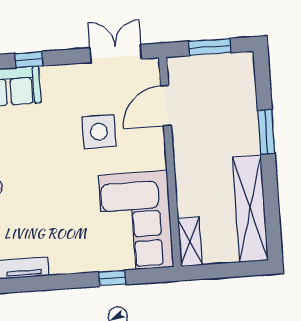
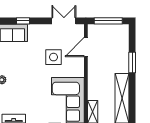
window: (210, 47) -> (108, 21), width x1.44

